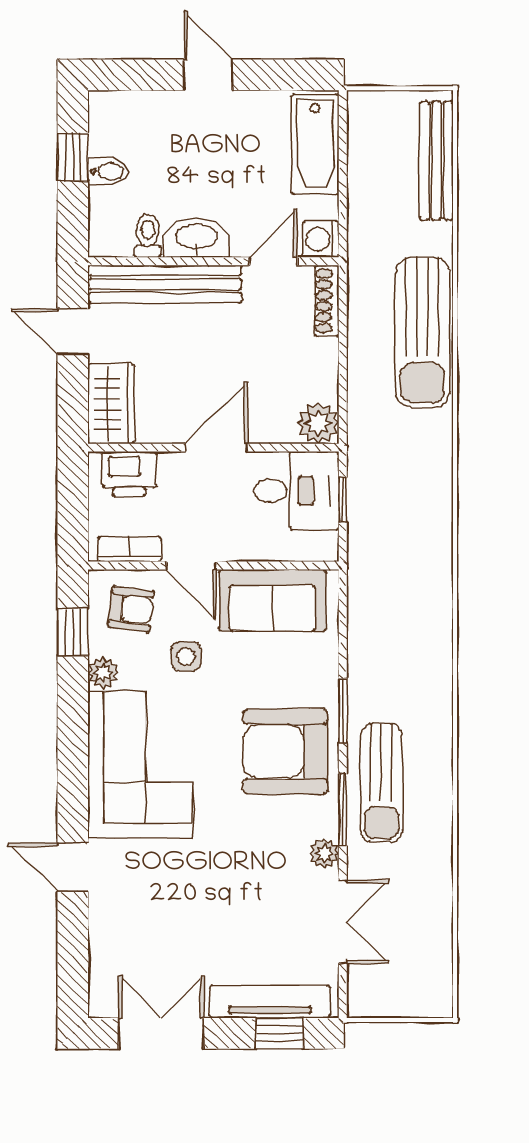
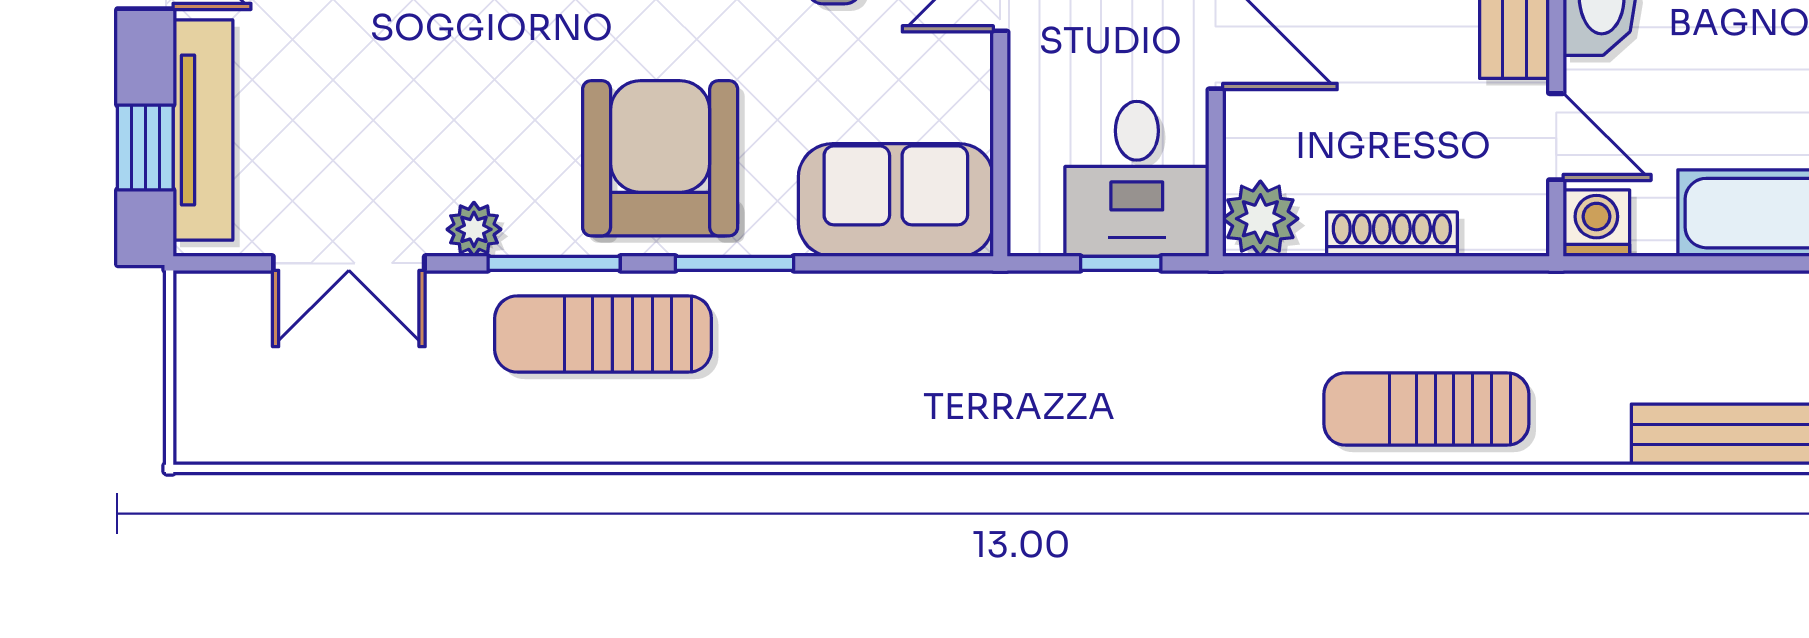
shoe rack: (327, 301) -> (1392, 234), moved
sun lounger: (422, 332) -> (1426, 409), width x0.73, depth x0.75
sofa: (272, 600) -> (896, 200), moved, turned 90

